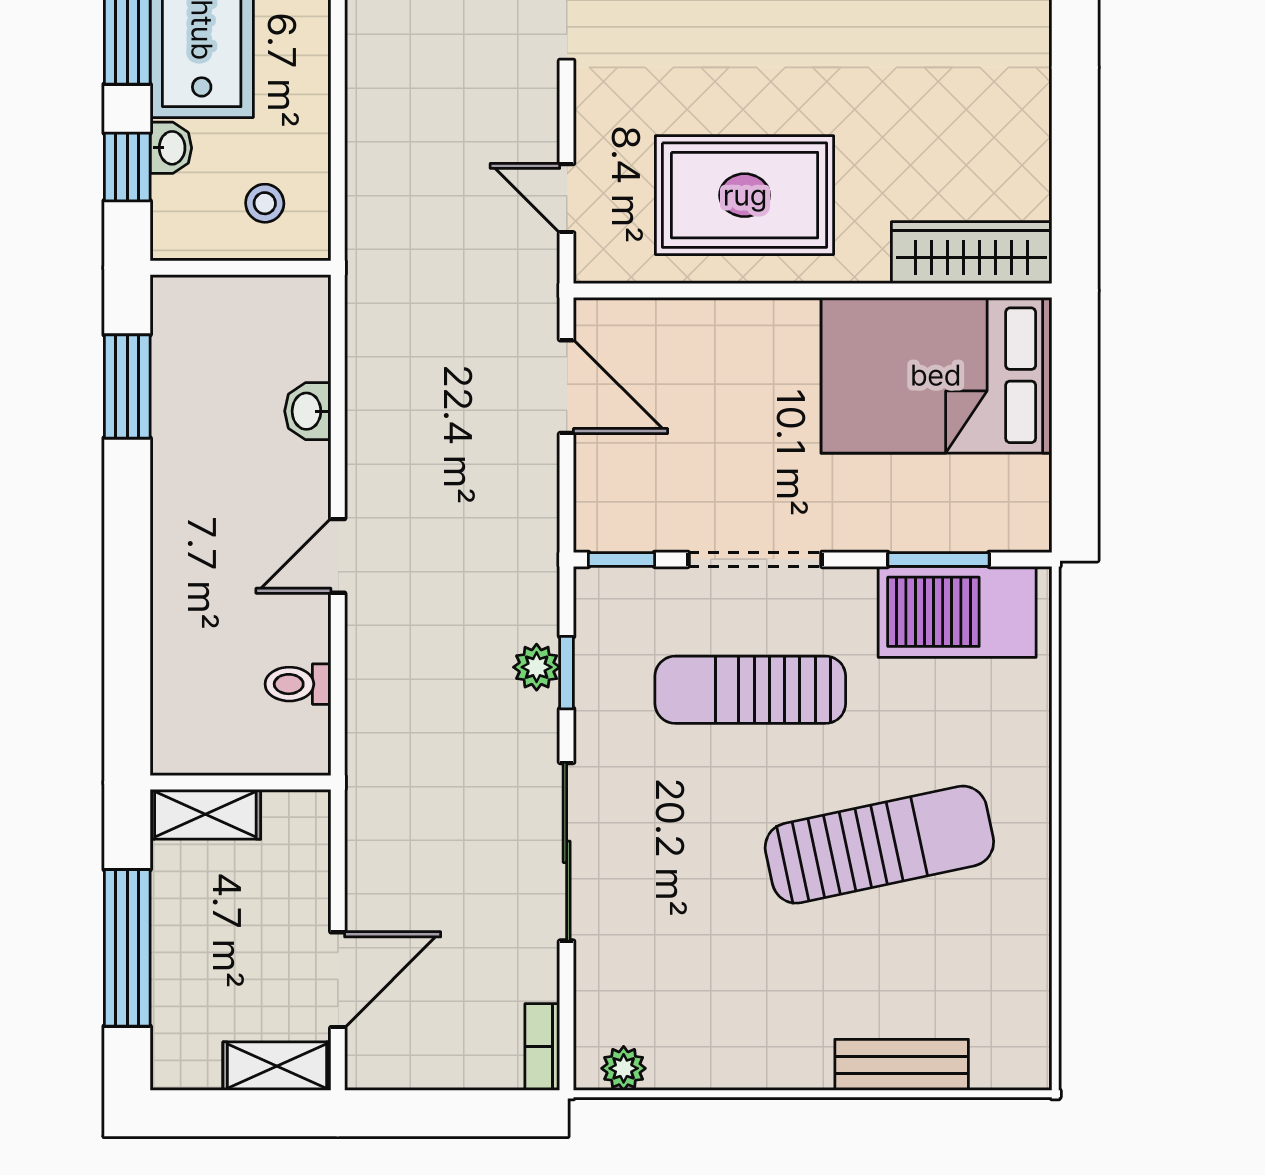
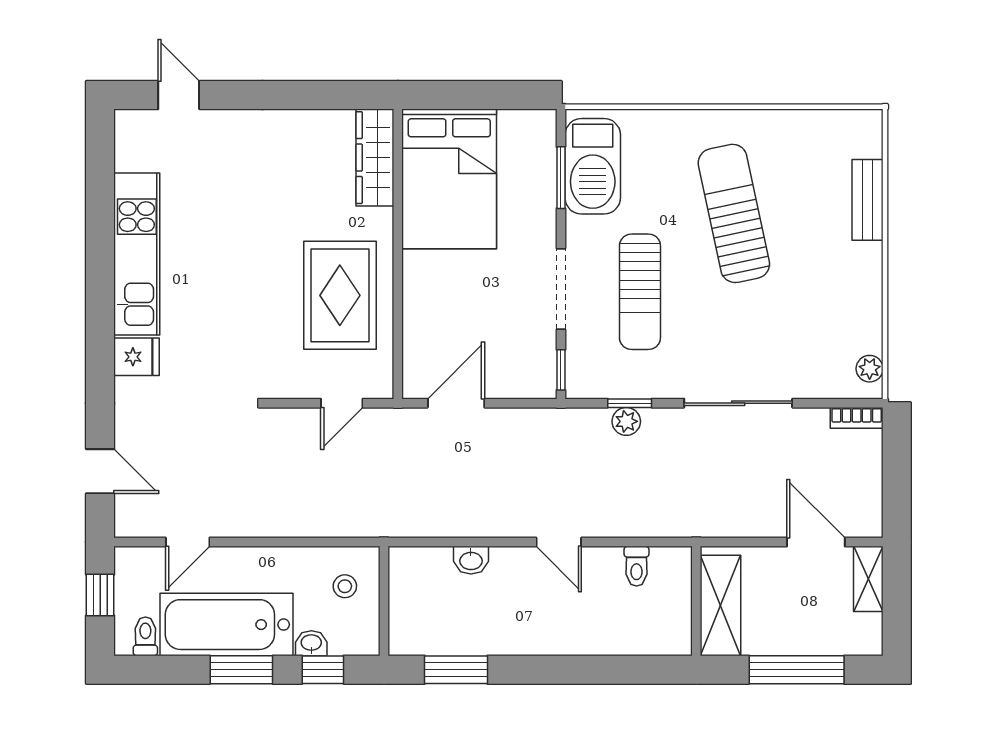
shelving: (205, 814) -> (721, 606), width x1.50, depth x1.33

